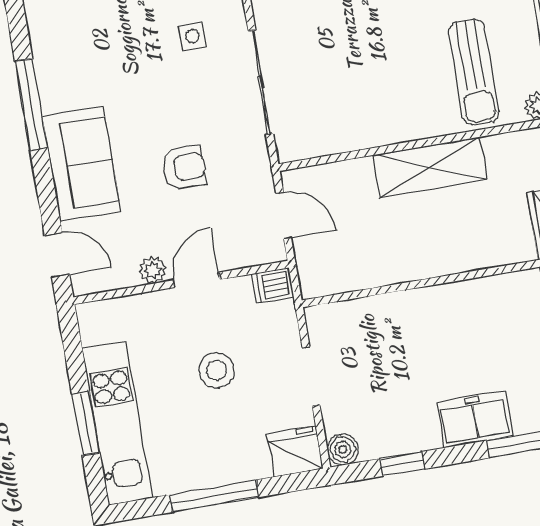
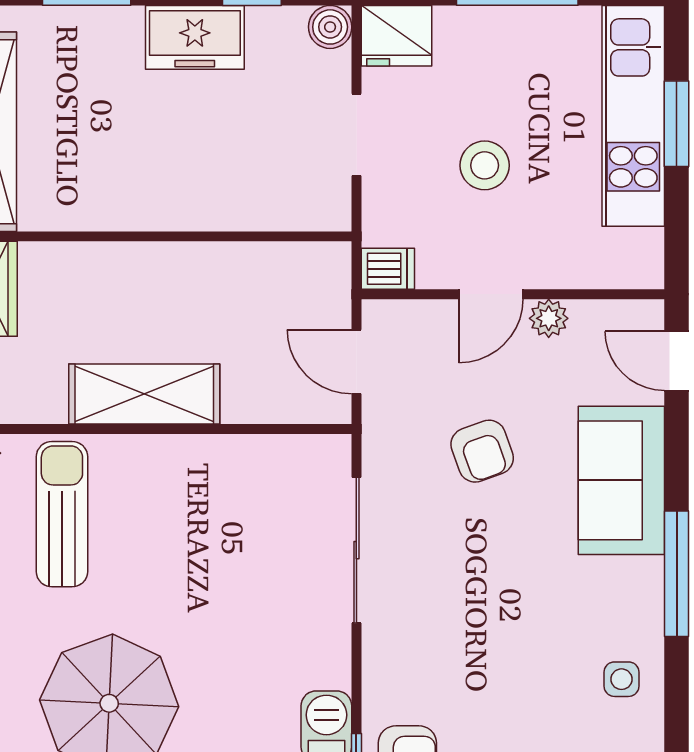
side table: (192, 36) -> (621, 679), moved
armchair: (184, 168) -> (482, 451), turned -110
freezer: (475, 419) -> (195, 37), moved

